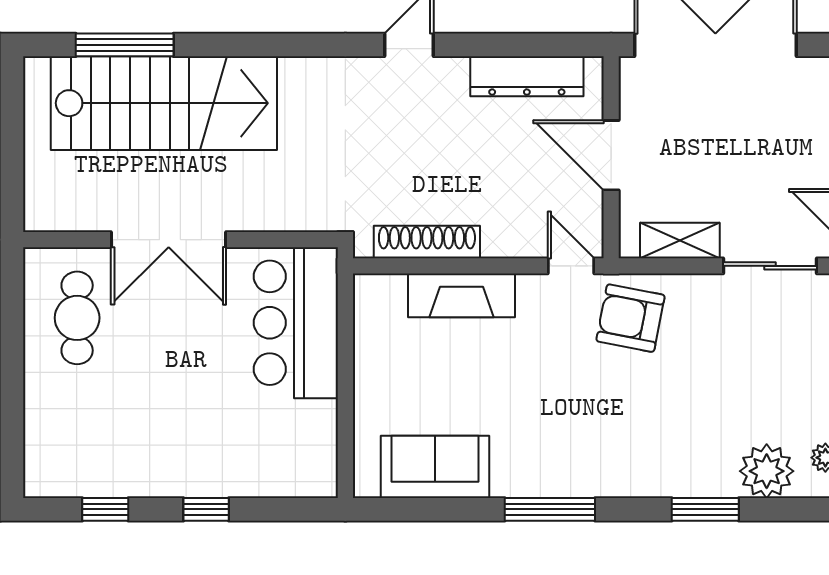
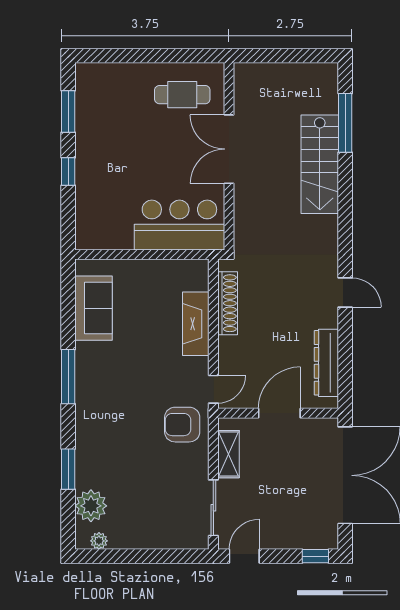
stairs: (164, 103) -> (320, 164), width x0.73, depth x0.66
armchair: (630, 318) -> (182, 425), turned -101
window: (105, 509) -> (68, 111), width x1.50

